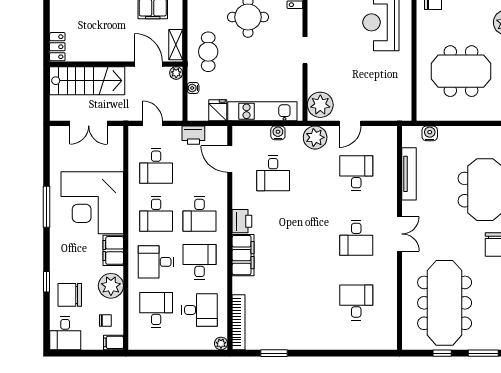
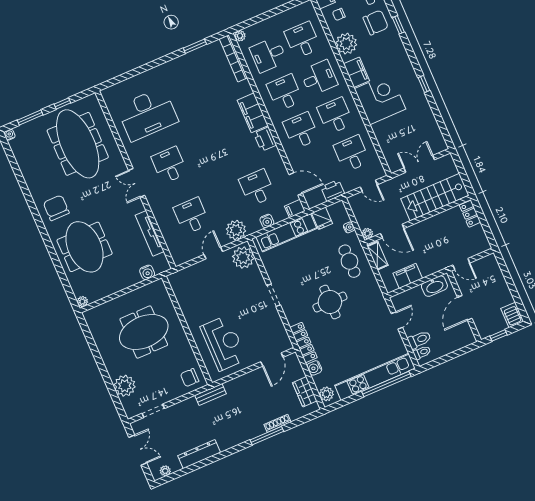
filing cabinet: (242, 133) -> (295, 209), added
desk: (356, 173) -> (191, 216), turned 180
corner desk: (92, 203) -> (380, 99), width x0.74, depth x0.74
window: (47, 207) -> (424, 84), width x0.46
desk: (200, 262) -> (285, 93), turned 180
desk: (356, 302) -> (147, 114), width x1.87, depth x1.30
desk: (156, 310) -> (302, 40), turned 180

